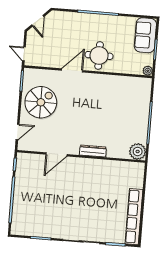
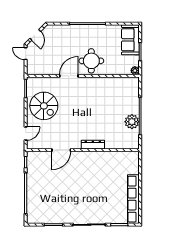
door: (24, 54) -> (26, 54), moved
spiral stairs: (41, 102) -> (44, 106), turned 90
plant: (138, 152) -> (132, 122), moved

